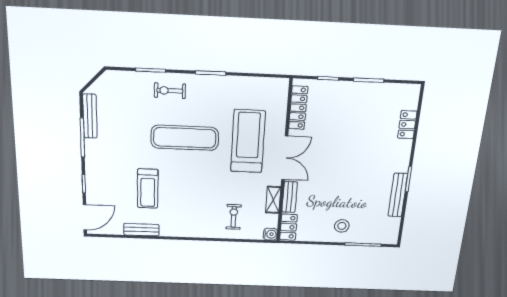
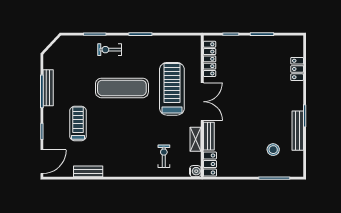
bench: (90, 116) -> (48, 88), moved
treadmill: (148, 189) -> (78, 123), moved, turned 180
stool: (342, 226) -> (273, 150), moved

